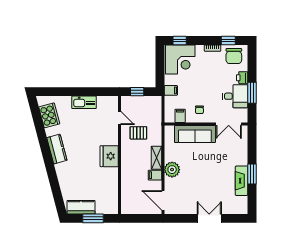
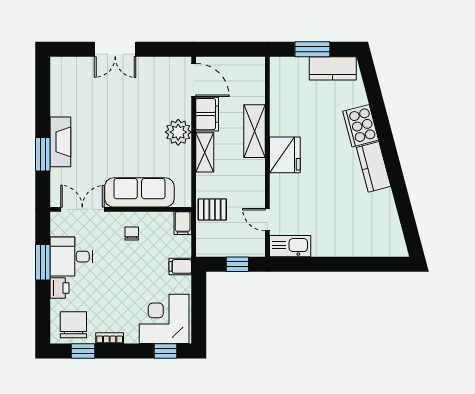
kitchen sink: (84, 102) -> (290, 246), moved
cooker: (49, 115) -> (361, 126), moved
filing cabinet: (180, 116) -> (183, 223), moved
pallet: (138, 133) -> (212, 209), moved
shelving: (127, 170) -> (255, 131), added
window: (252, 174) -> (43, 154), moved
filing cabinet: (155, 175) -> (207, 114), width x2.00
fireplace: (242, 181) -> (60, 142), moved

